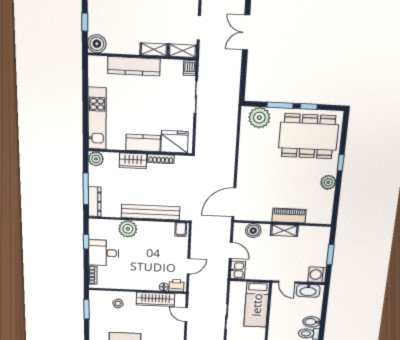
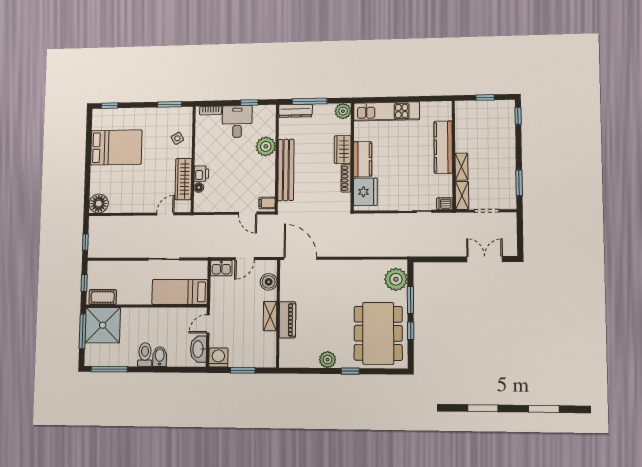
boiler: (97, 44) -> (464, 110), removed
door: (188, 266) -> (248, 213), moved
printer: (176, 285) -> (201, 174), moved

